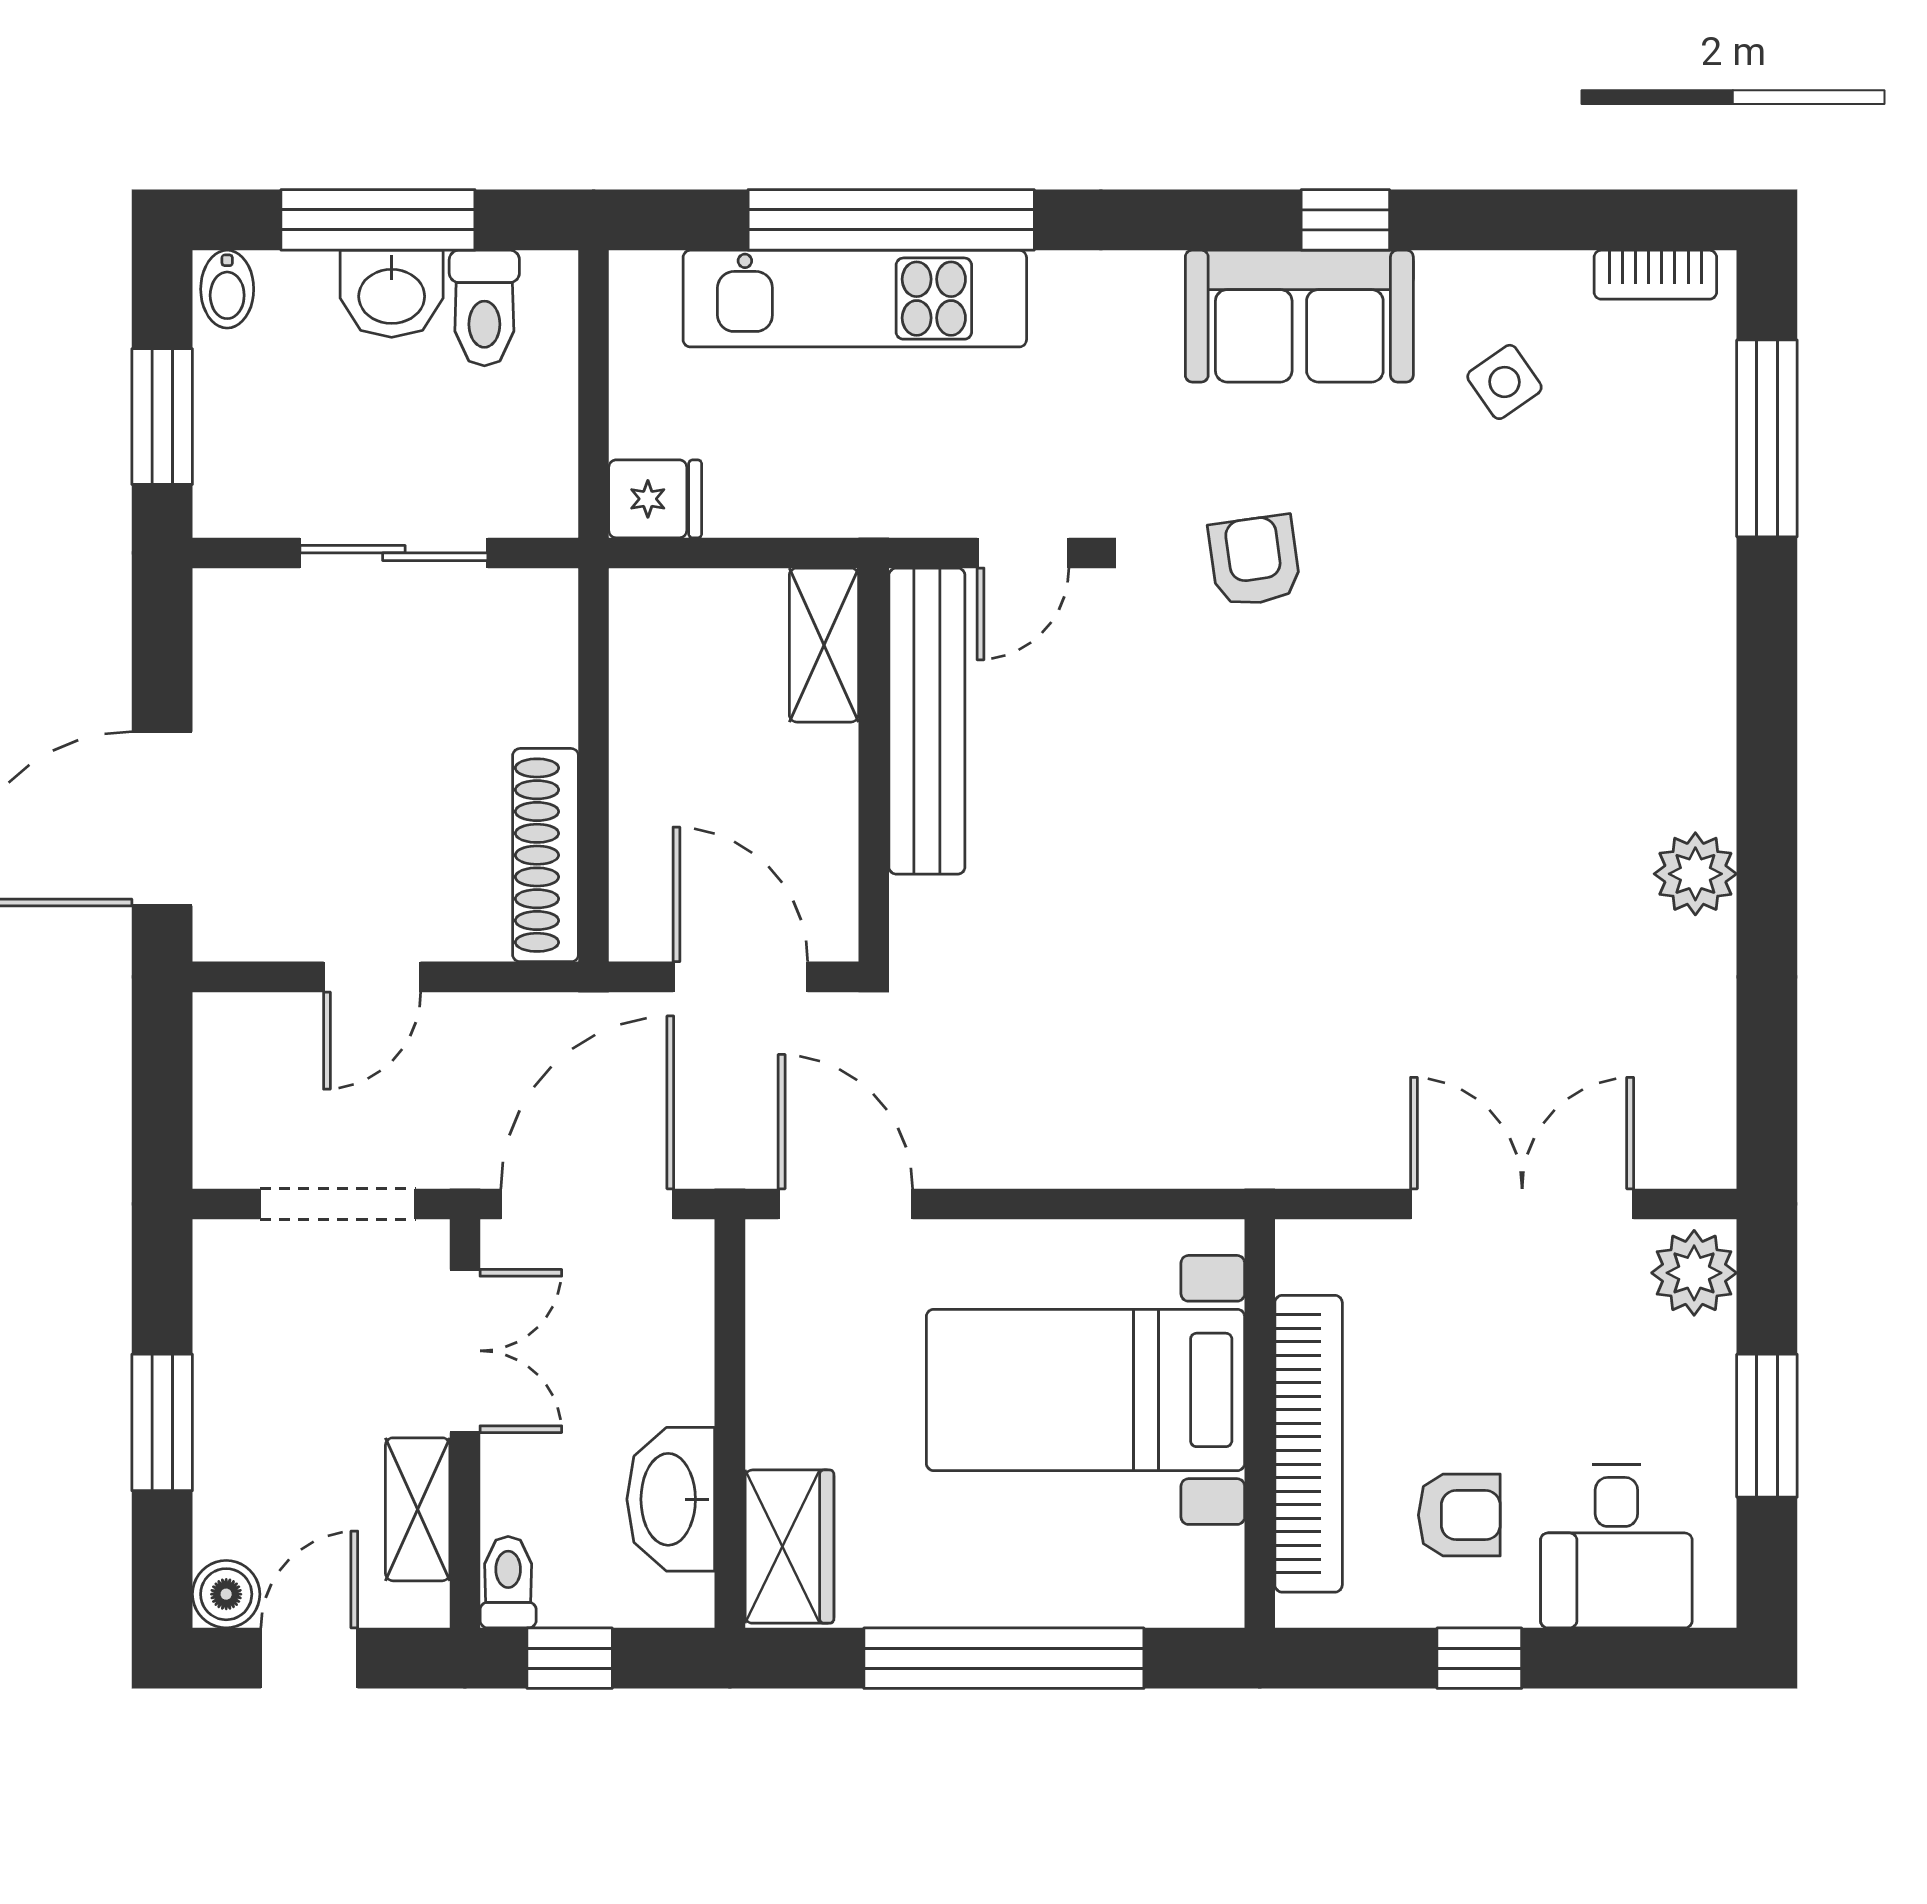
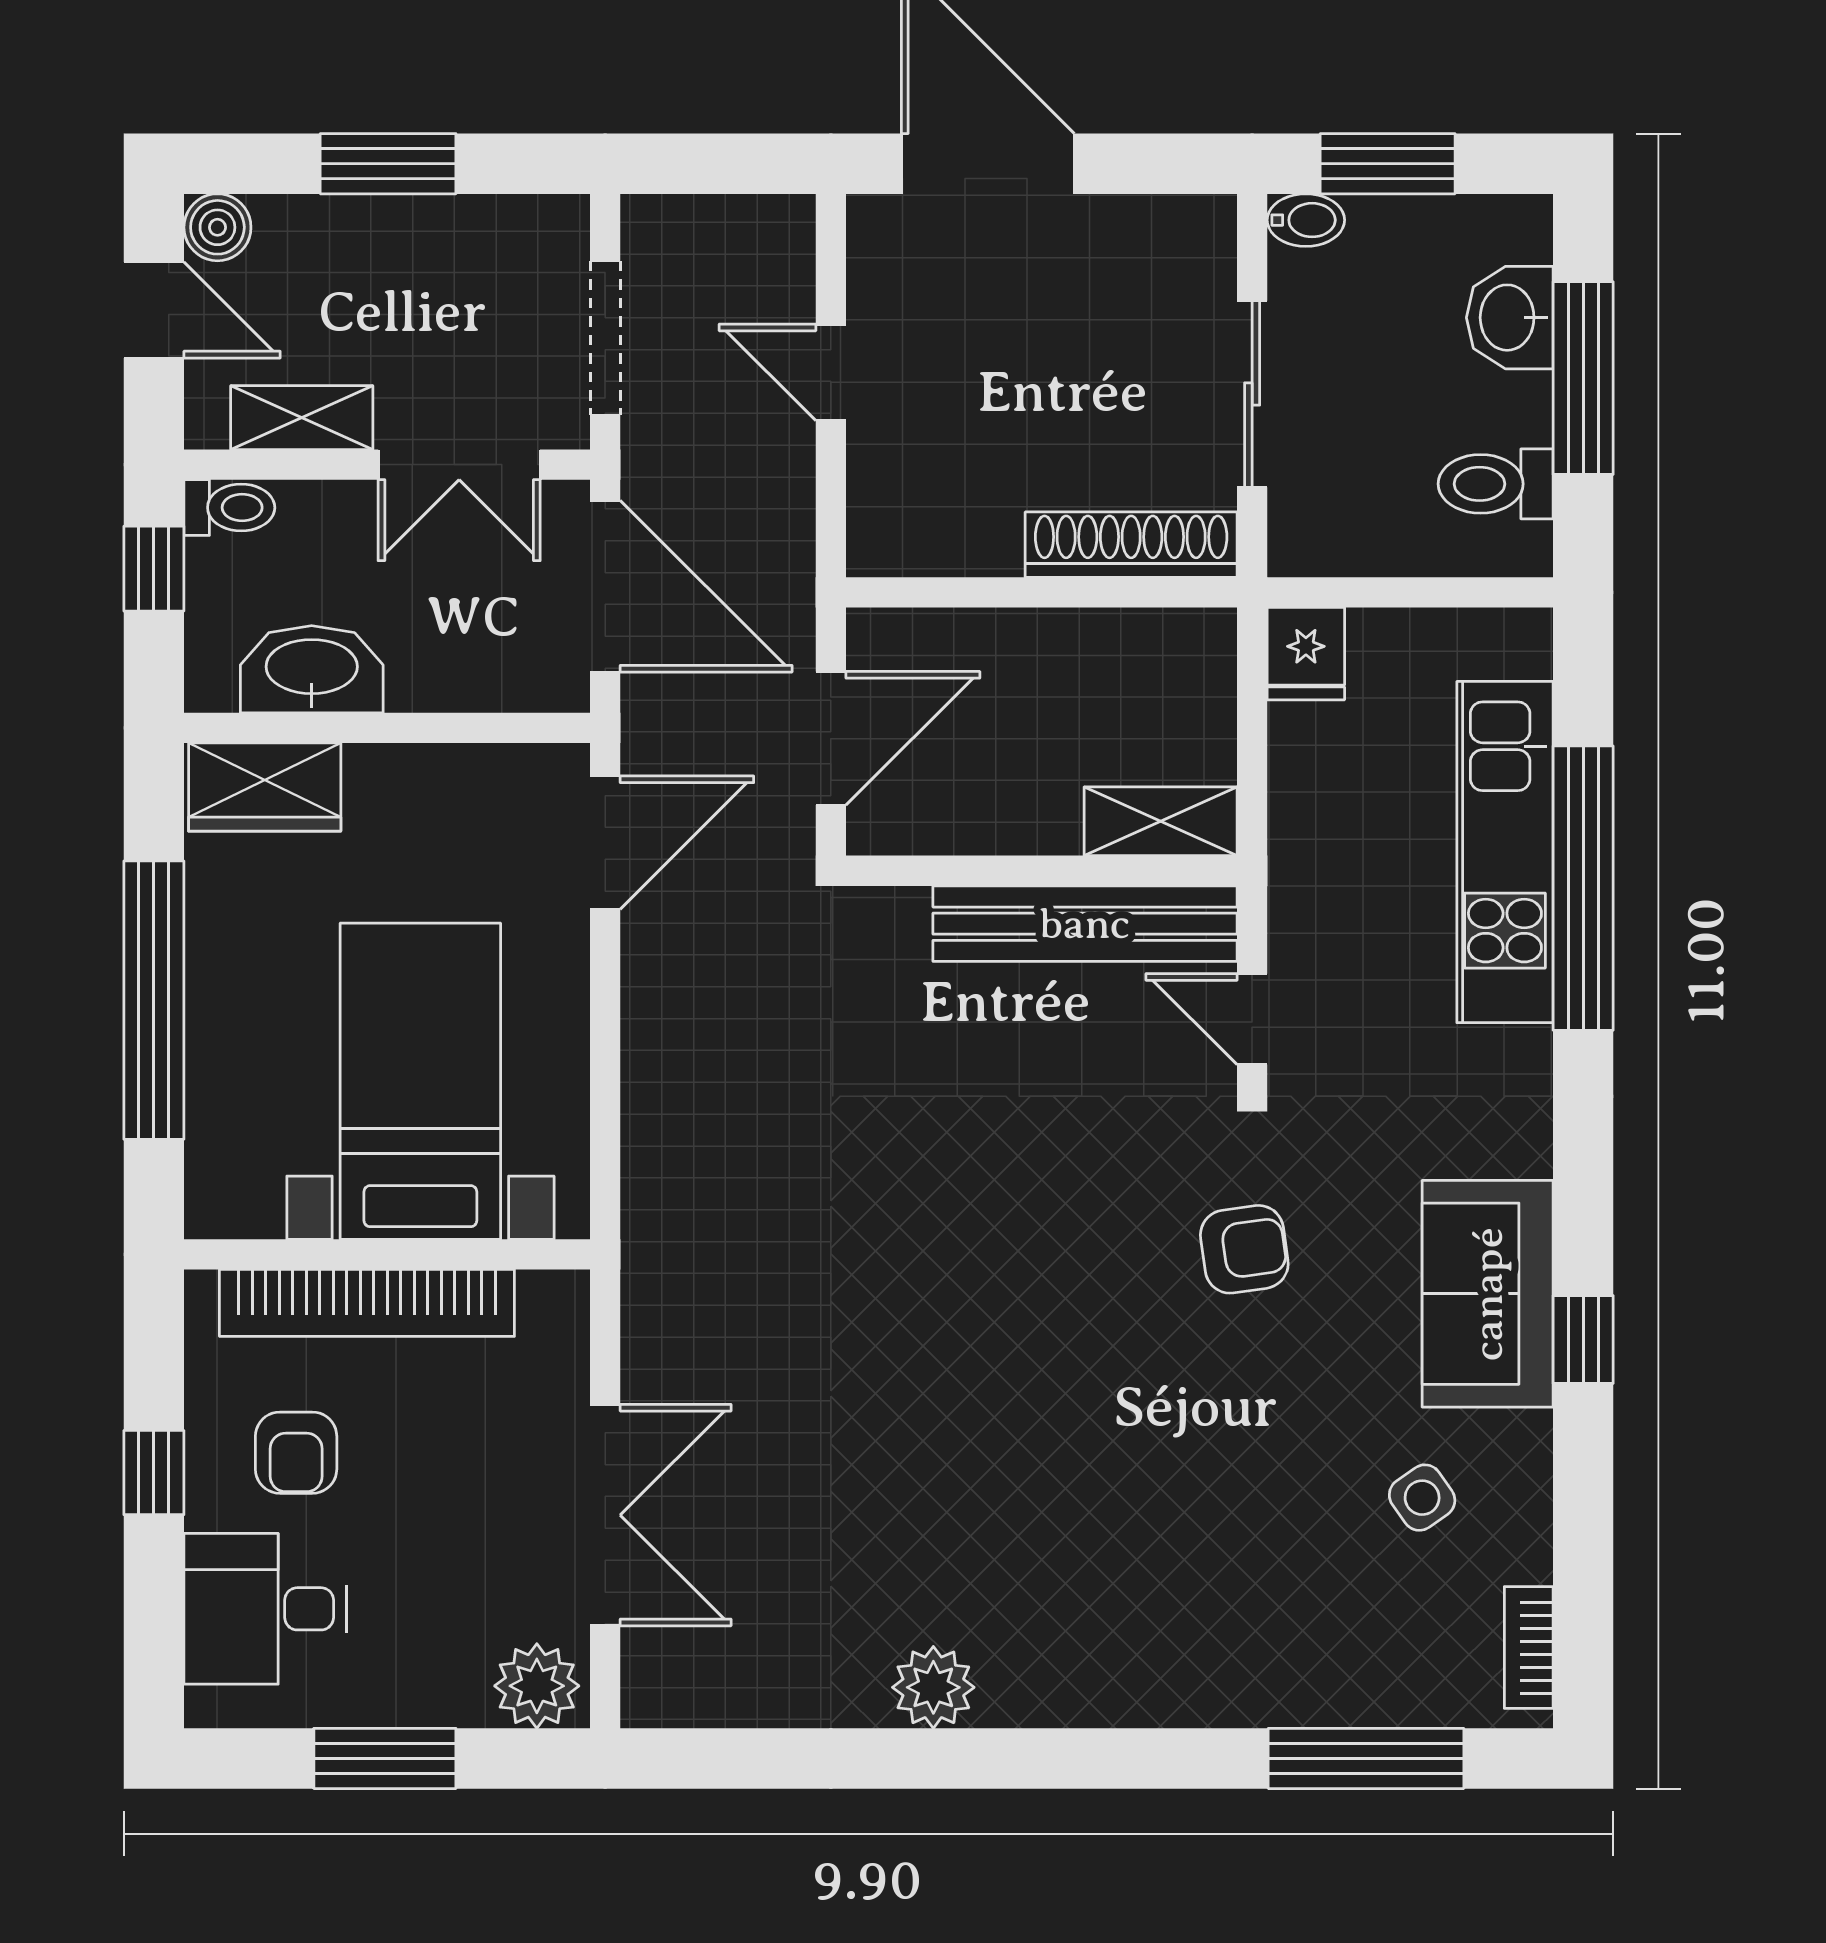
bidet: (227, 289) -> (1306, 220), moved, turned 180
washbasin: (392, 294) -> (1510, 318), moved
shoe rack: (546, 855) -> (1131, 545), moved

